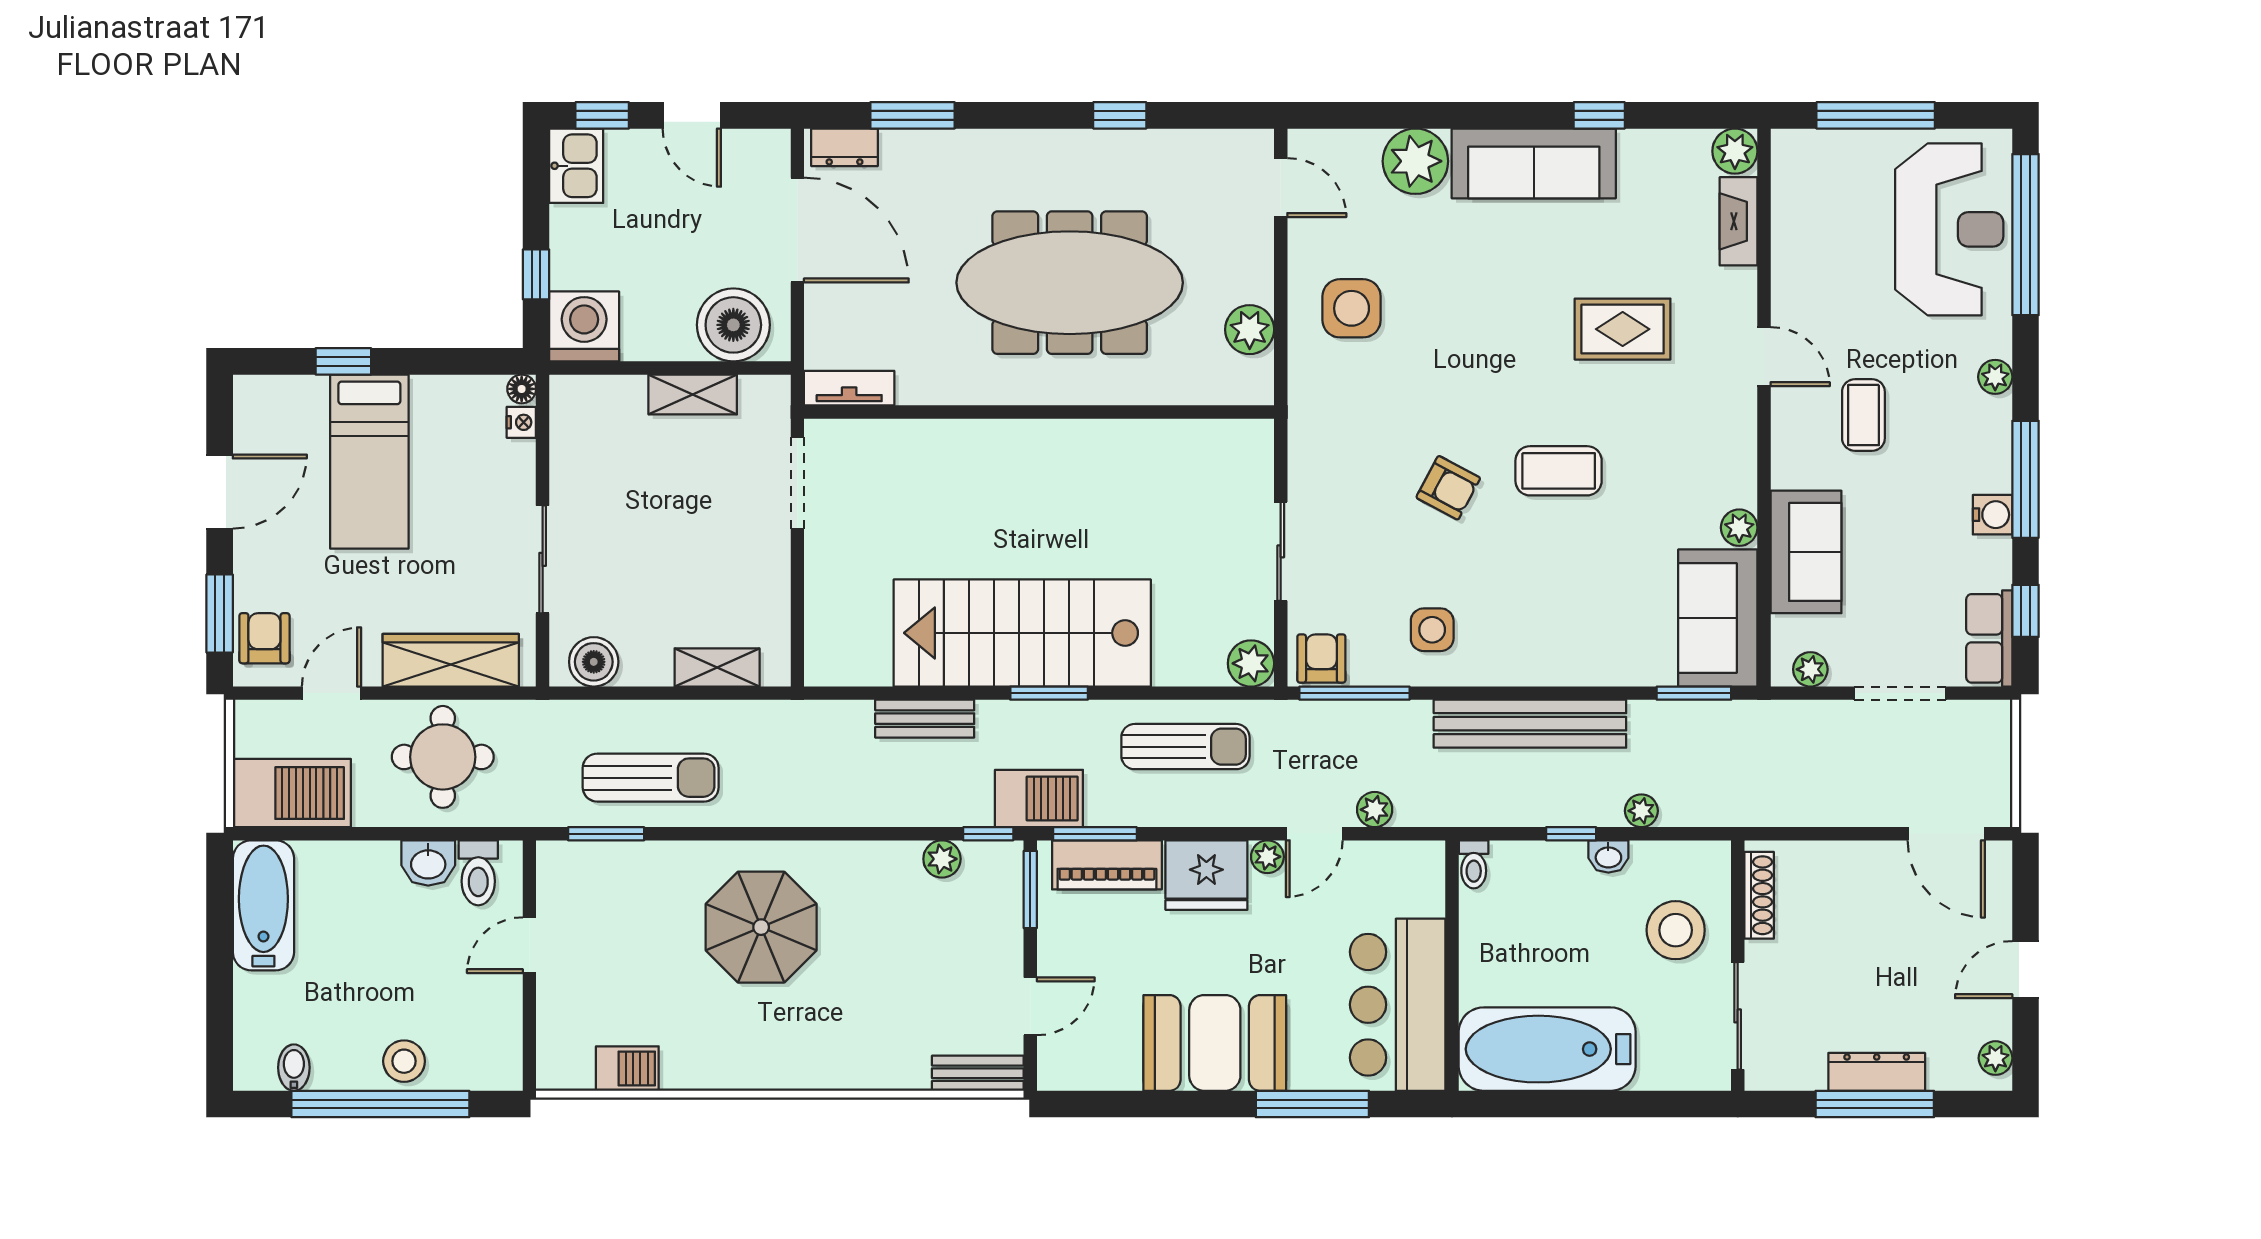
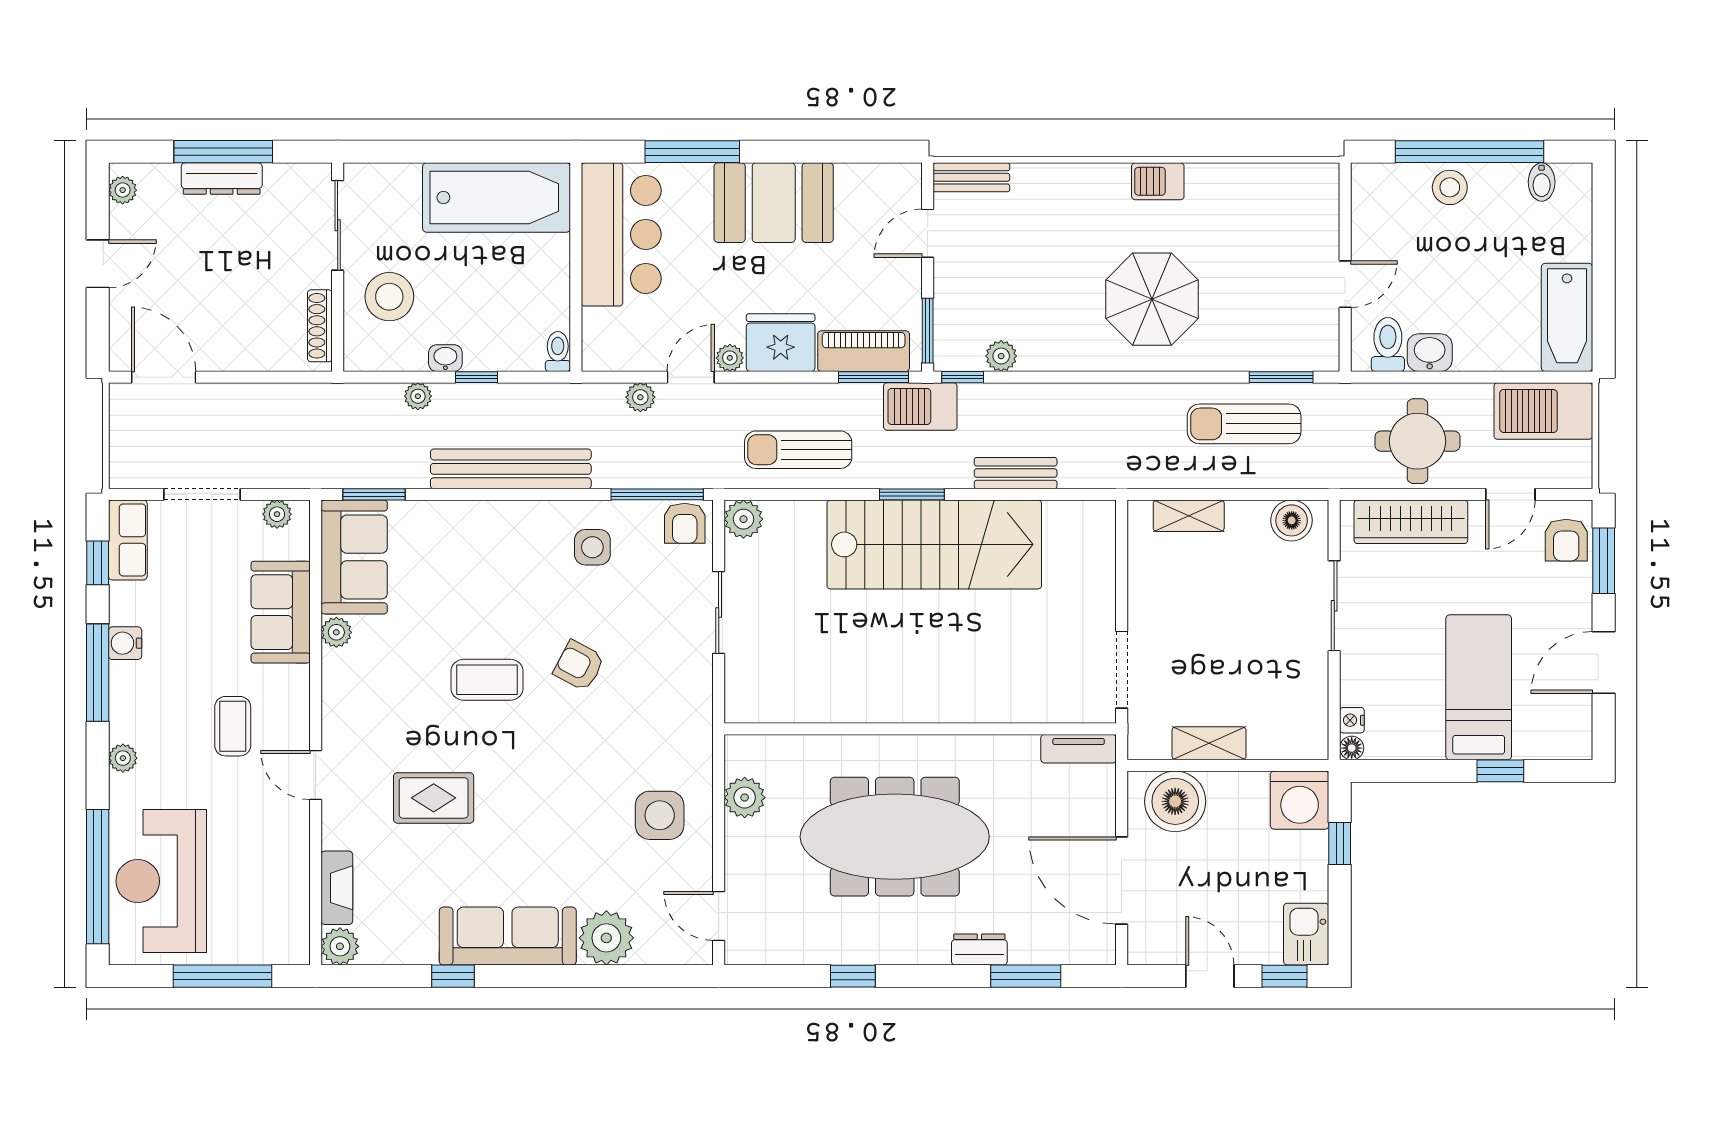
dresser: (845, 147) -> (979, 950), moved
barbecue: (627, 1069) -> (1158, 181), moved

